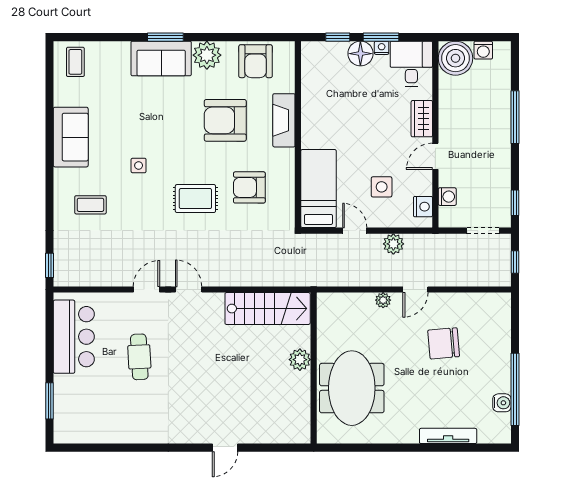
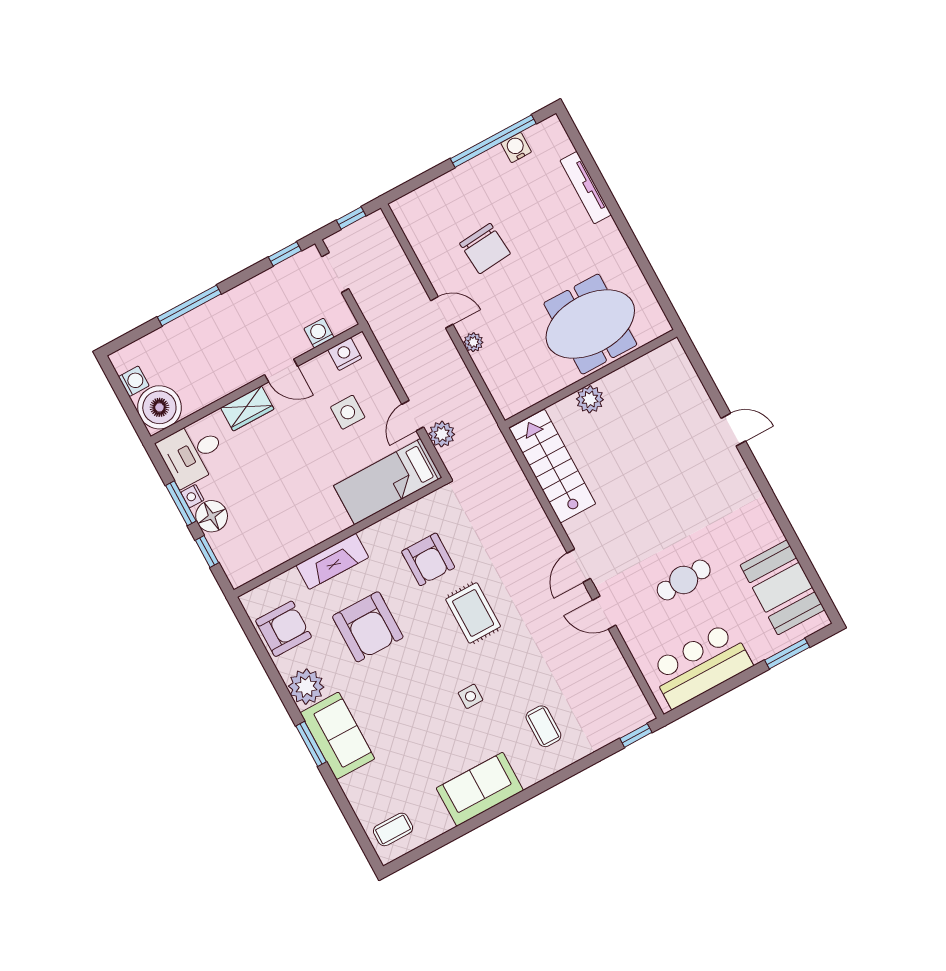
plant: (393, 244) -> (442, 434), moved
booth: (97, 423) -> (782, 587), added

